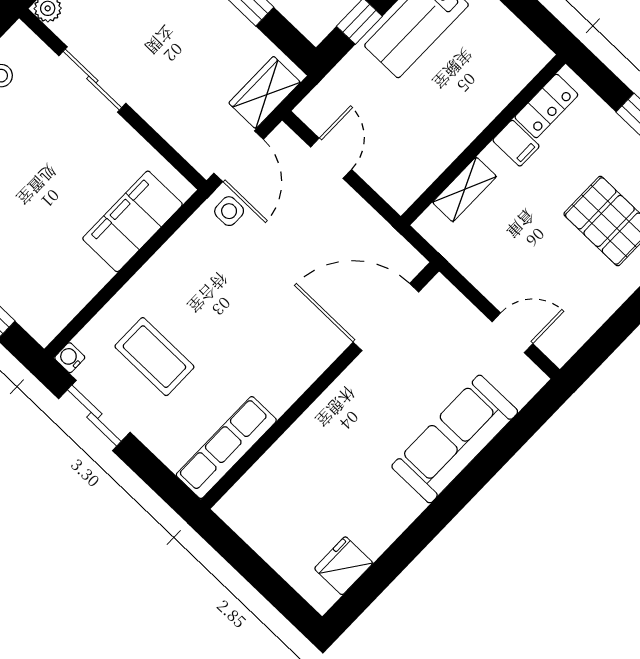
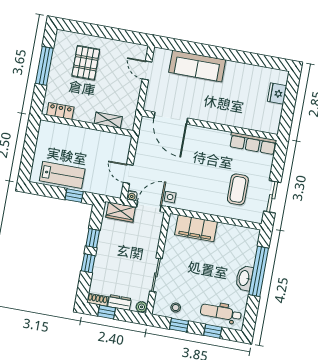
filing cabinet: (516, 143) -> (80, 113), removed
door: (331, 158) -> (128, 174), hinge flipped
water cooler: (70, 358) -> (132, 196), moved
fridge: (344, 566) -> (277, 94), moved, turned 90

